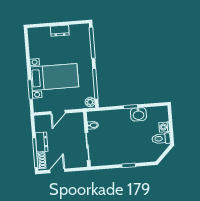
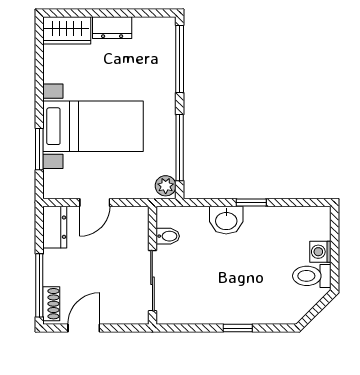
wardrobe: (39, 34) -> (67, 30), added
washbasin: (138, 114) -> (226, 220), moved
dresser: (42, 142) -> (55, 227), moved

